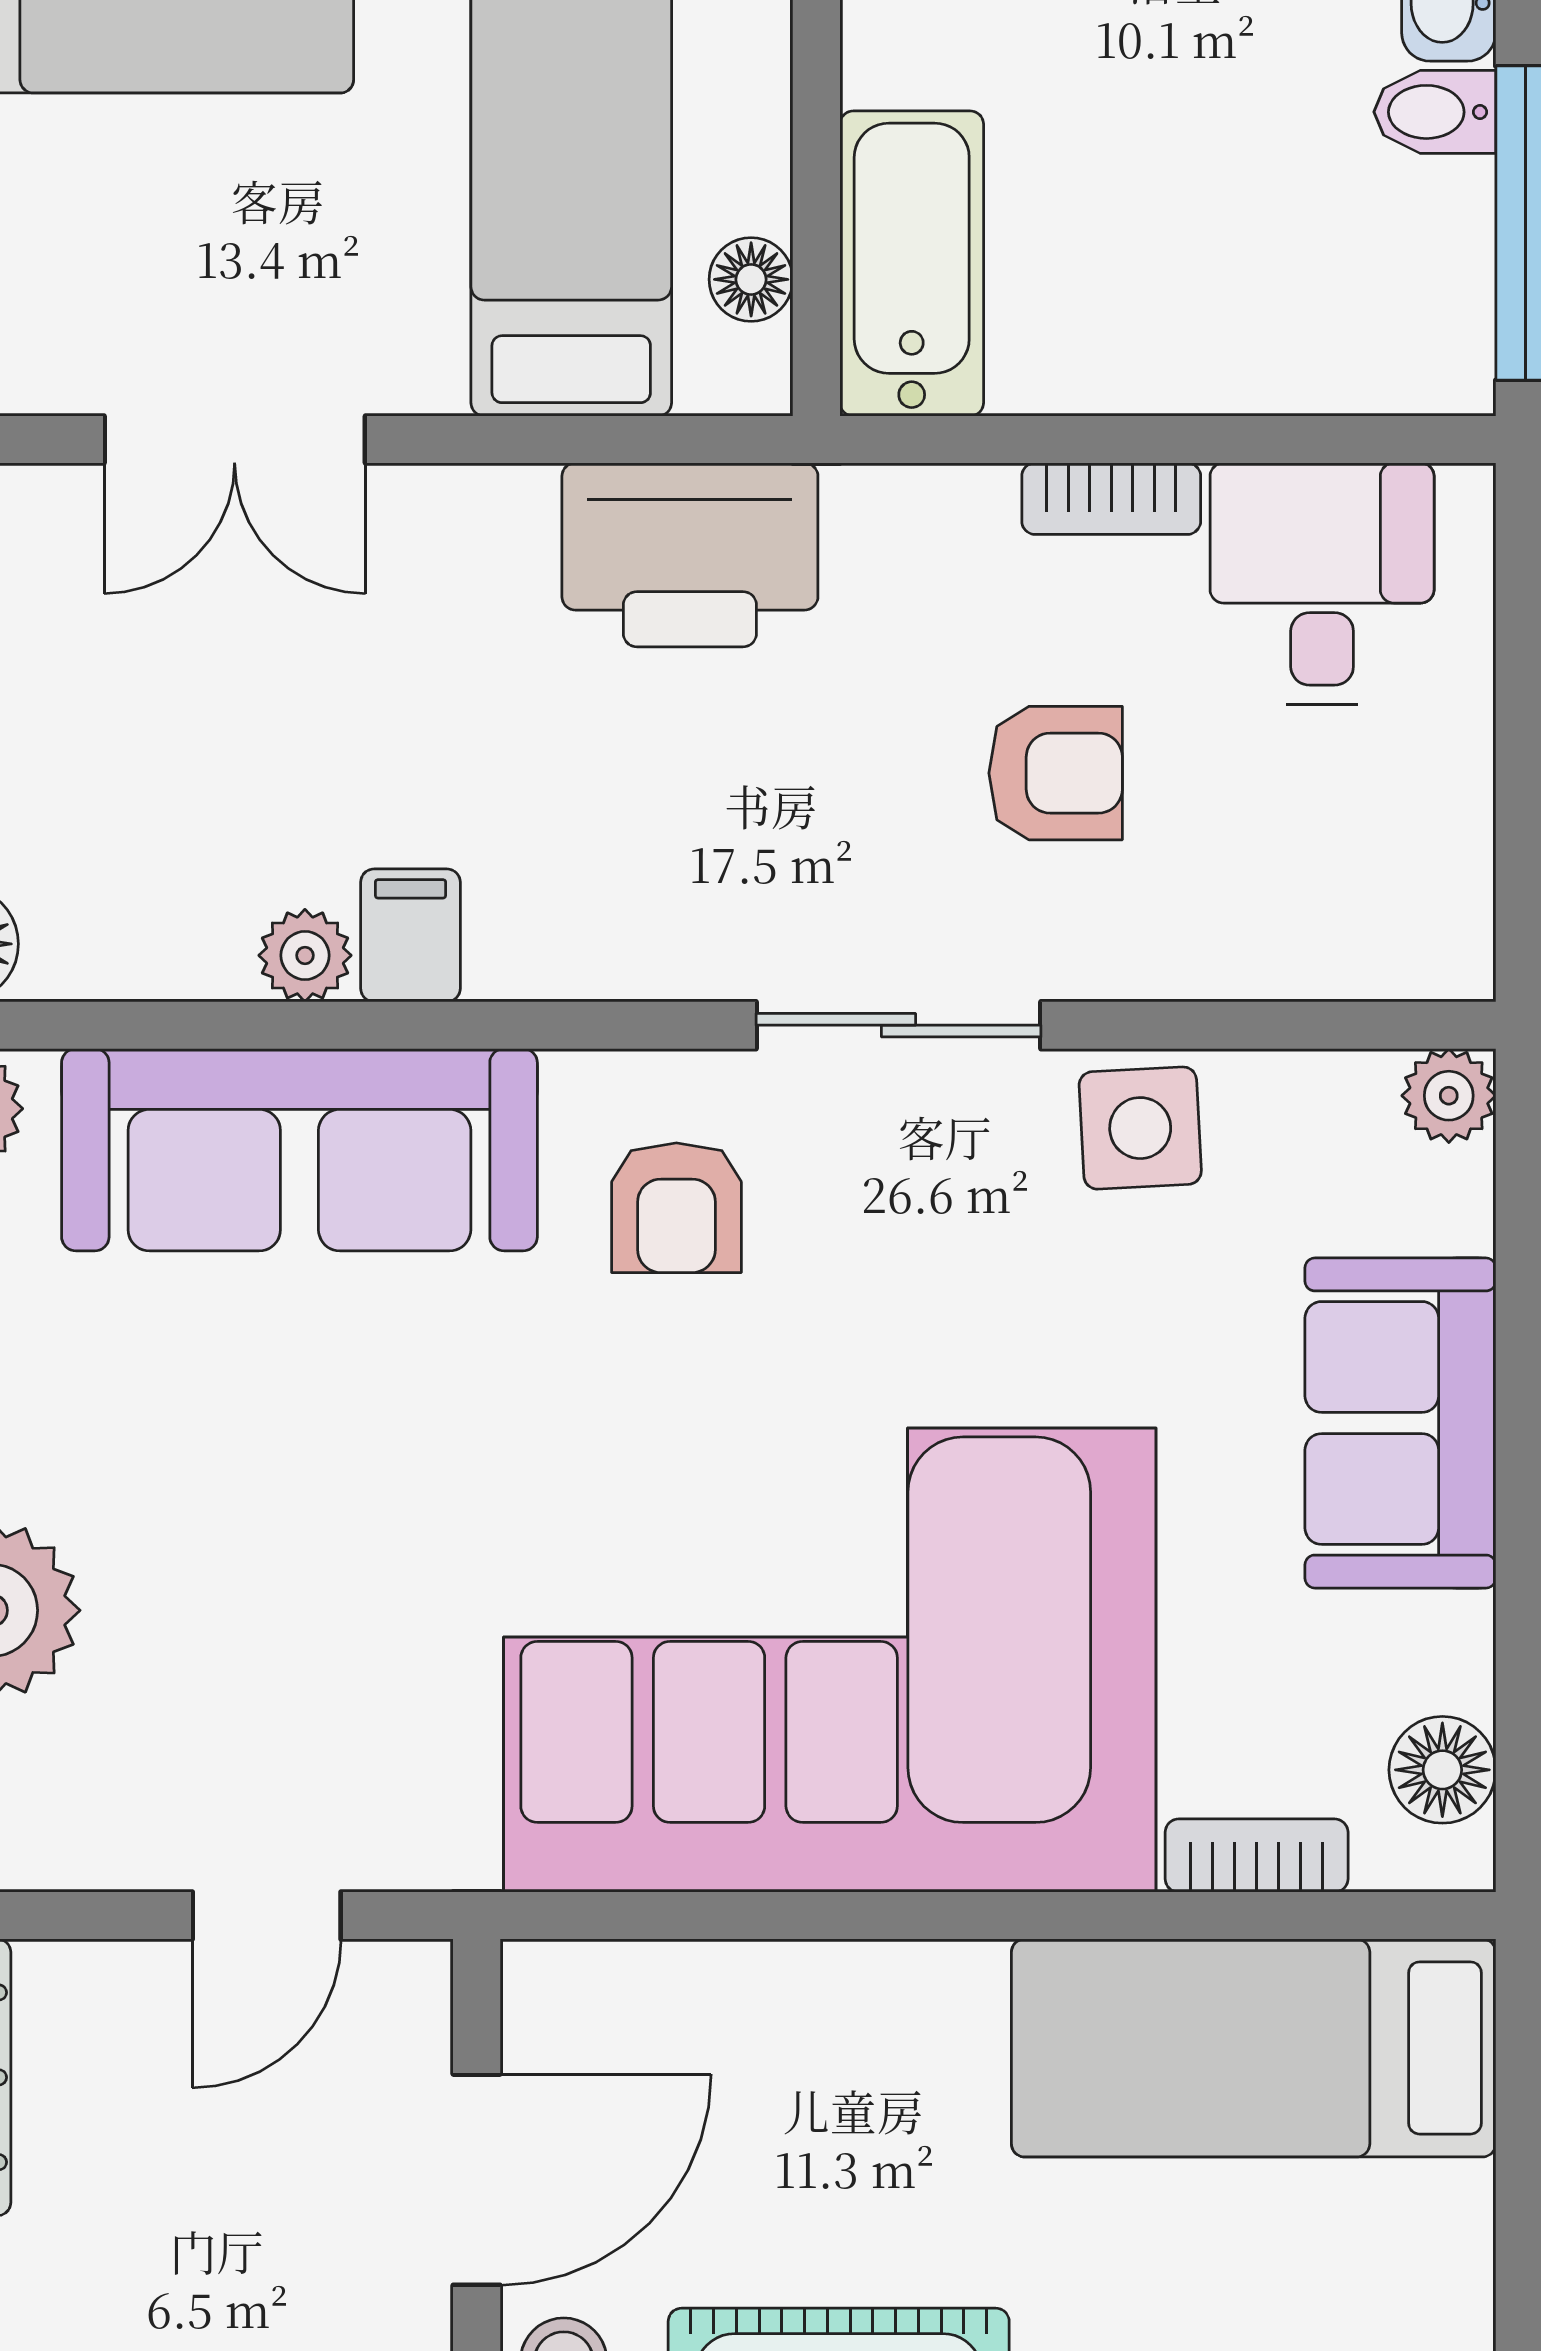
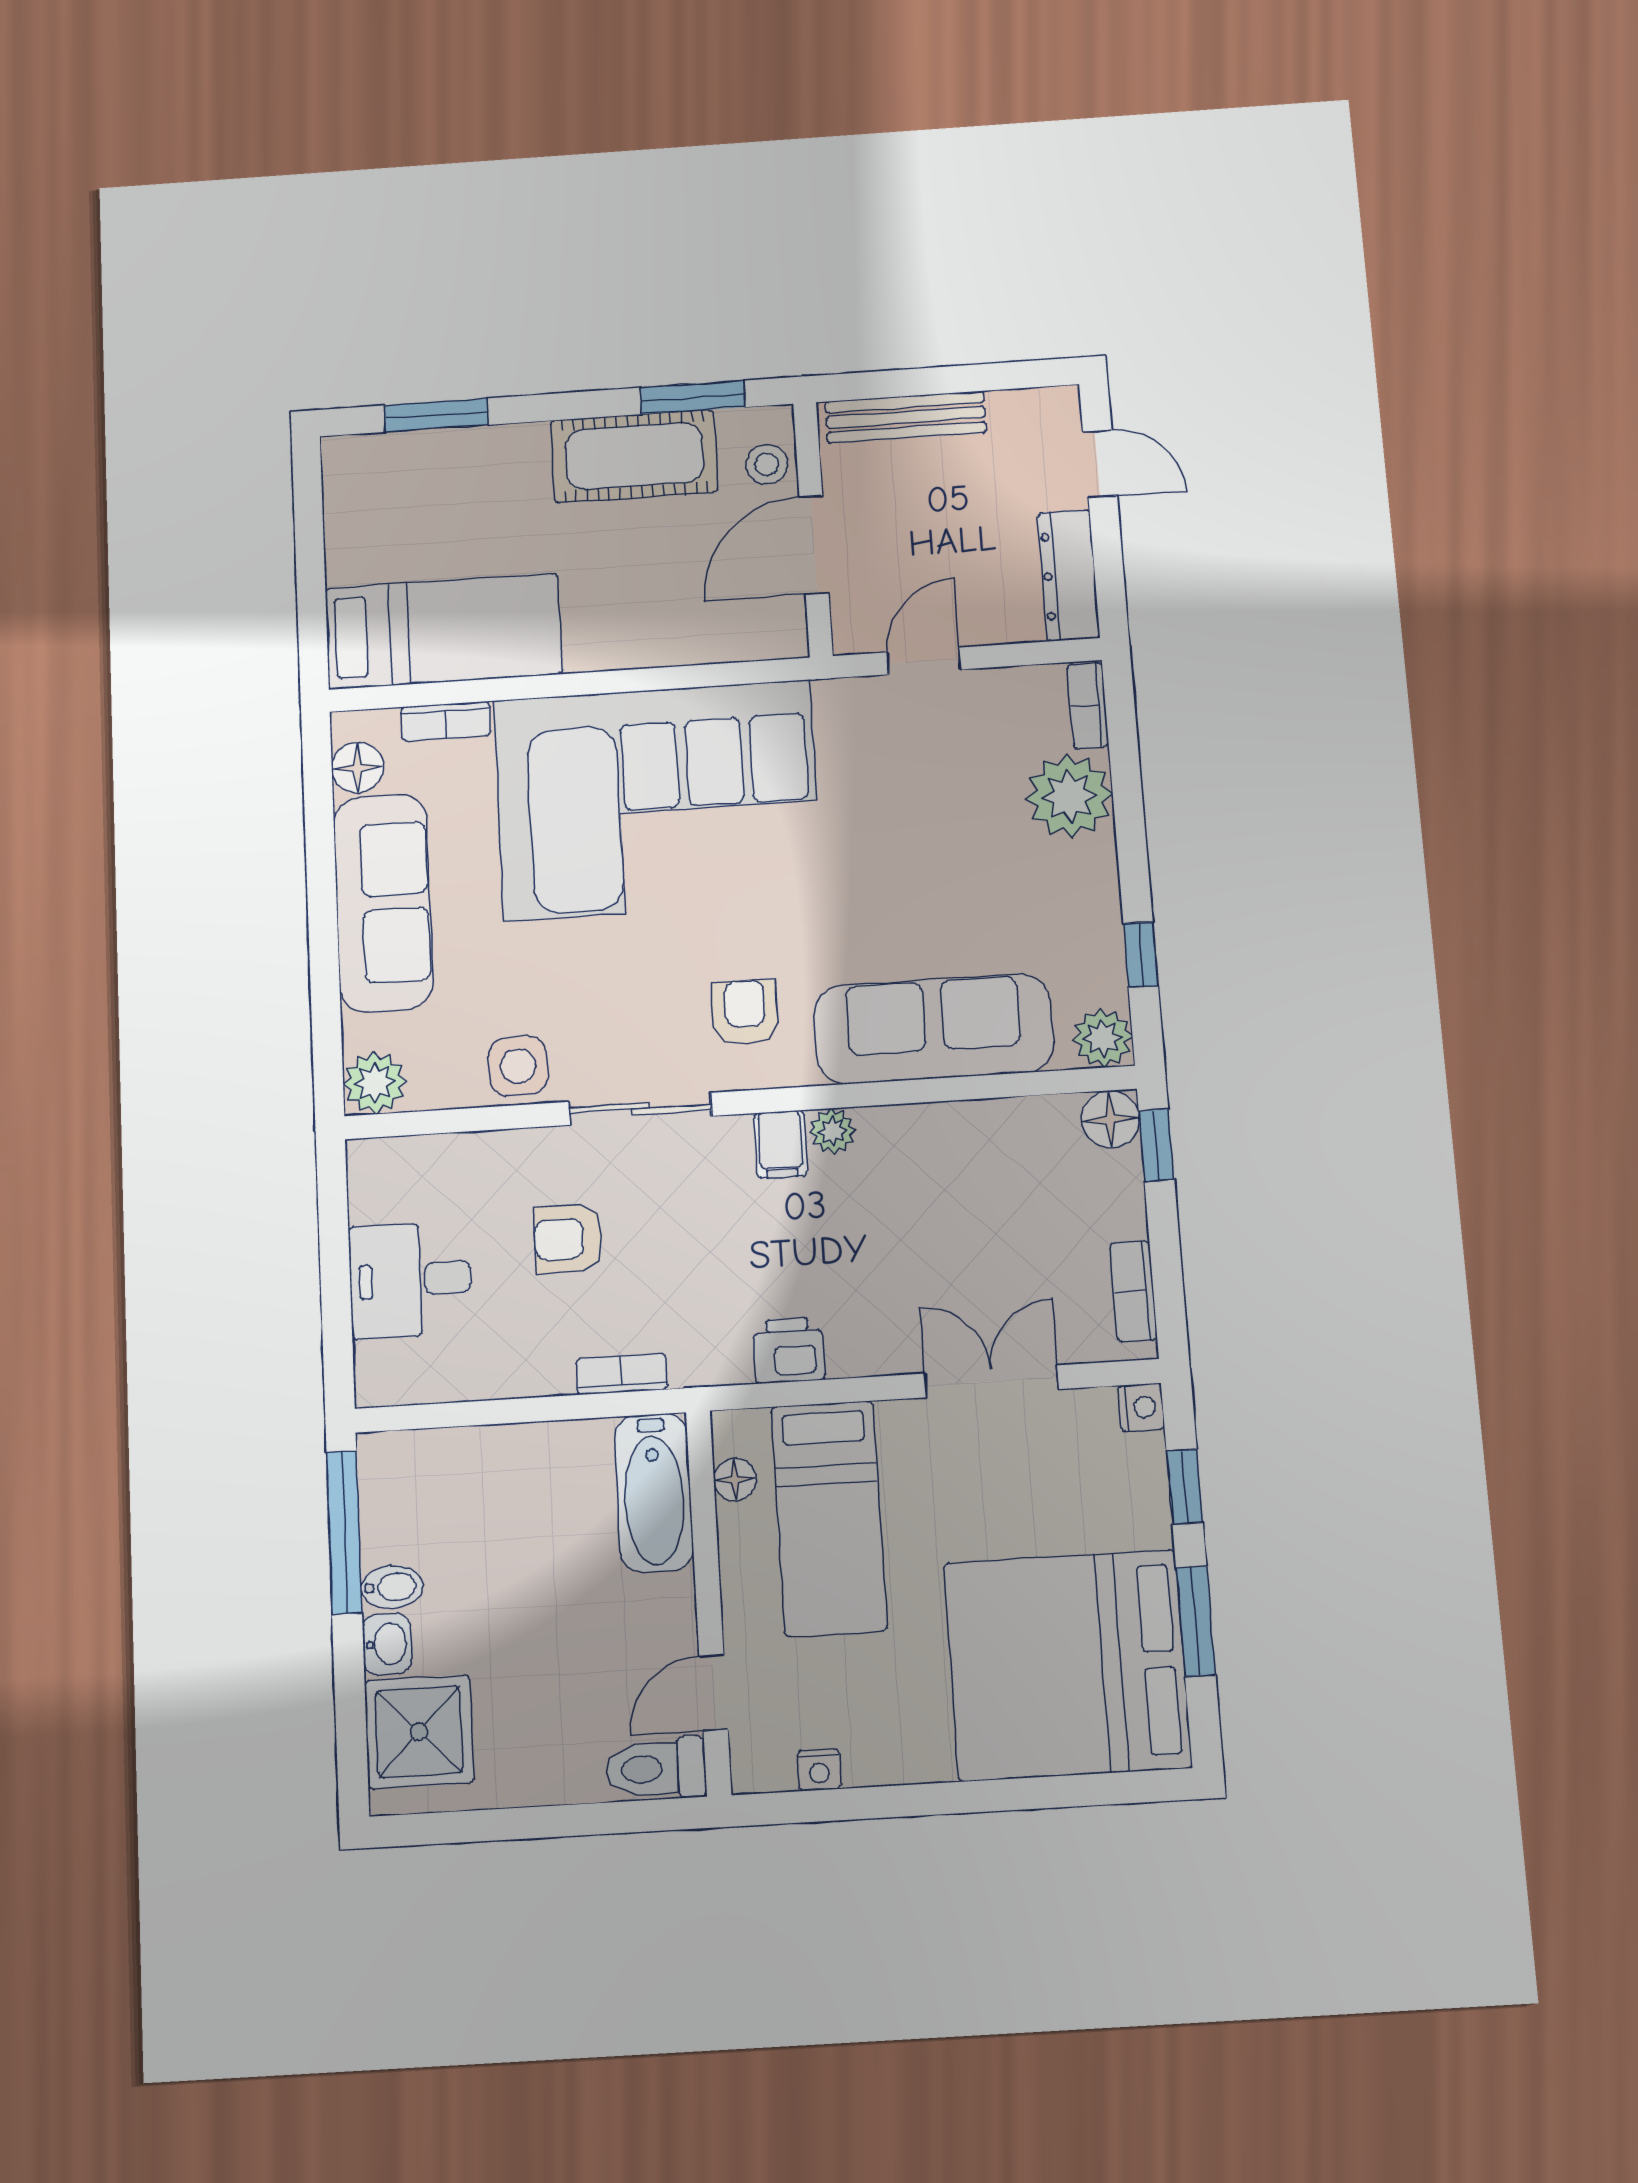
bookcase: (1111, 499) -> (622, 1374), moved
printer: (690, 555) -> (789, 1350), width x0.53, depth x0.68
desk: (1322, 584) -> (410, 1280), moved, turned 90
filing cabinet: (410, 935) -> (781, 1144), moved
plant: (305, 955) -> (832, 1131), moved
plant: (1449, 1096) -> (375, 1083), width x1.38, depth x1.38
sofa: (1400, 1423) -> (383, 903), width x1.36

